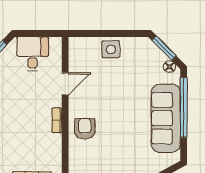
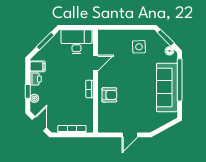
side table: (111, 49) -> (139, 47), moved
desk: (33, 54) -> (77, 42), width x1.37
armchair: (85, 129) -> (109, 95), turned 90

